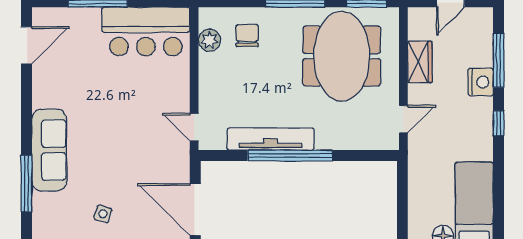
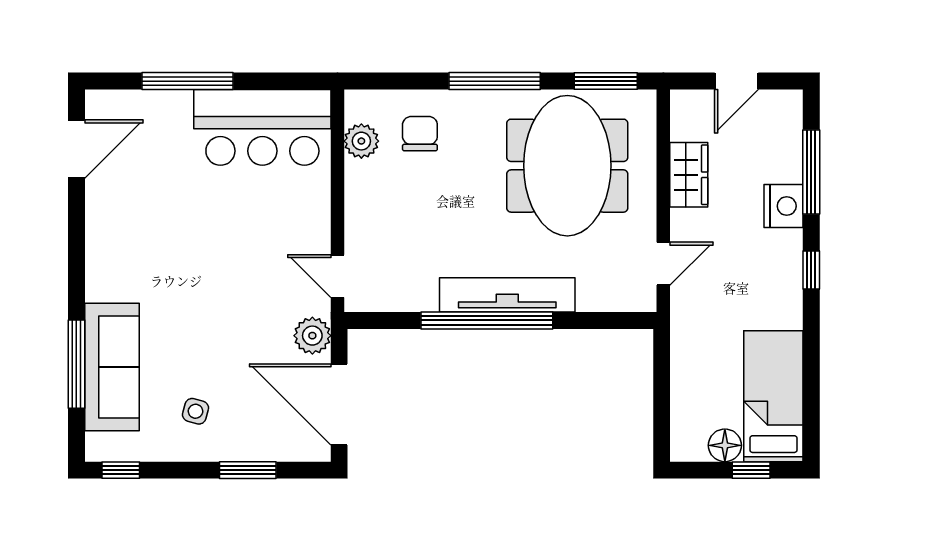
tv unit: (271, 139) -> (507, 295), moved
sofa: (49, 150) -> (112, 367), moved
plant: (178, 165) -> (312, 336), added

